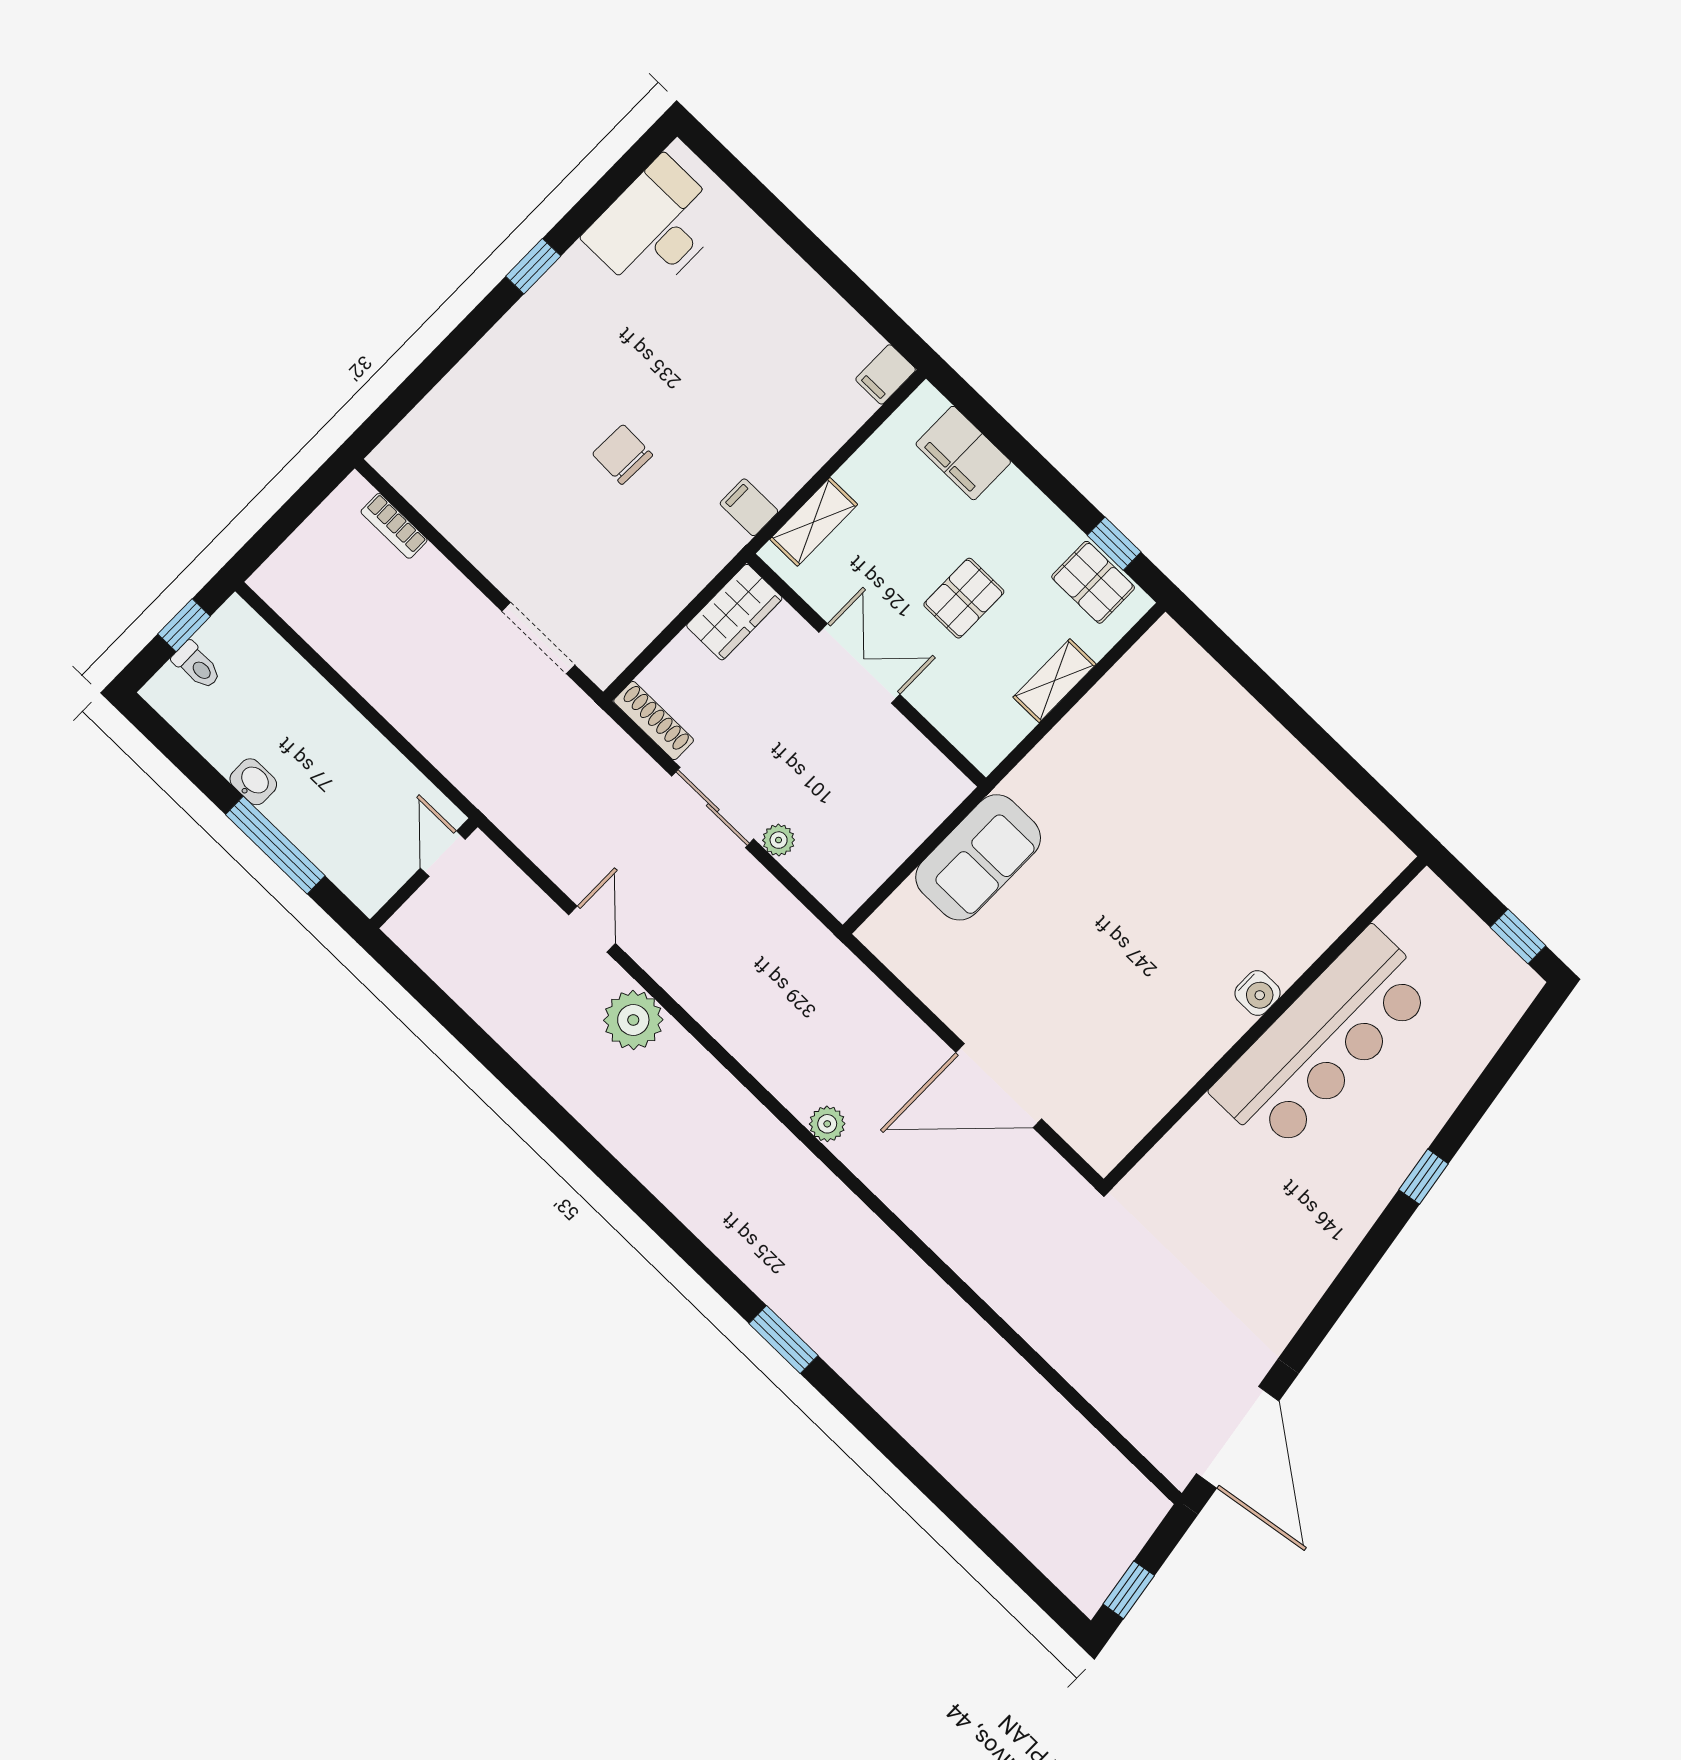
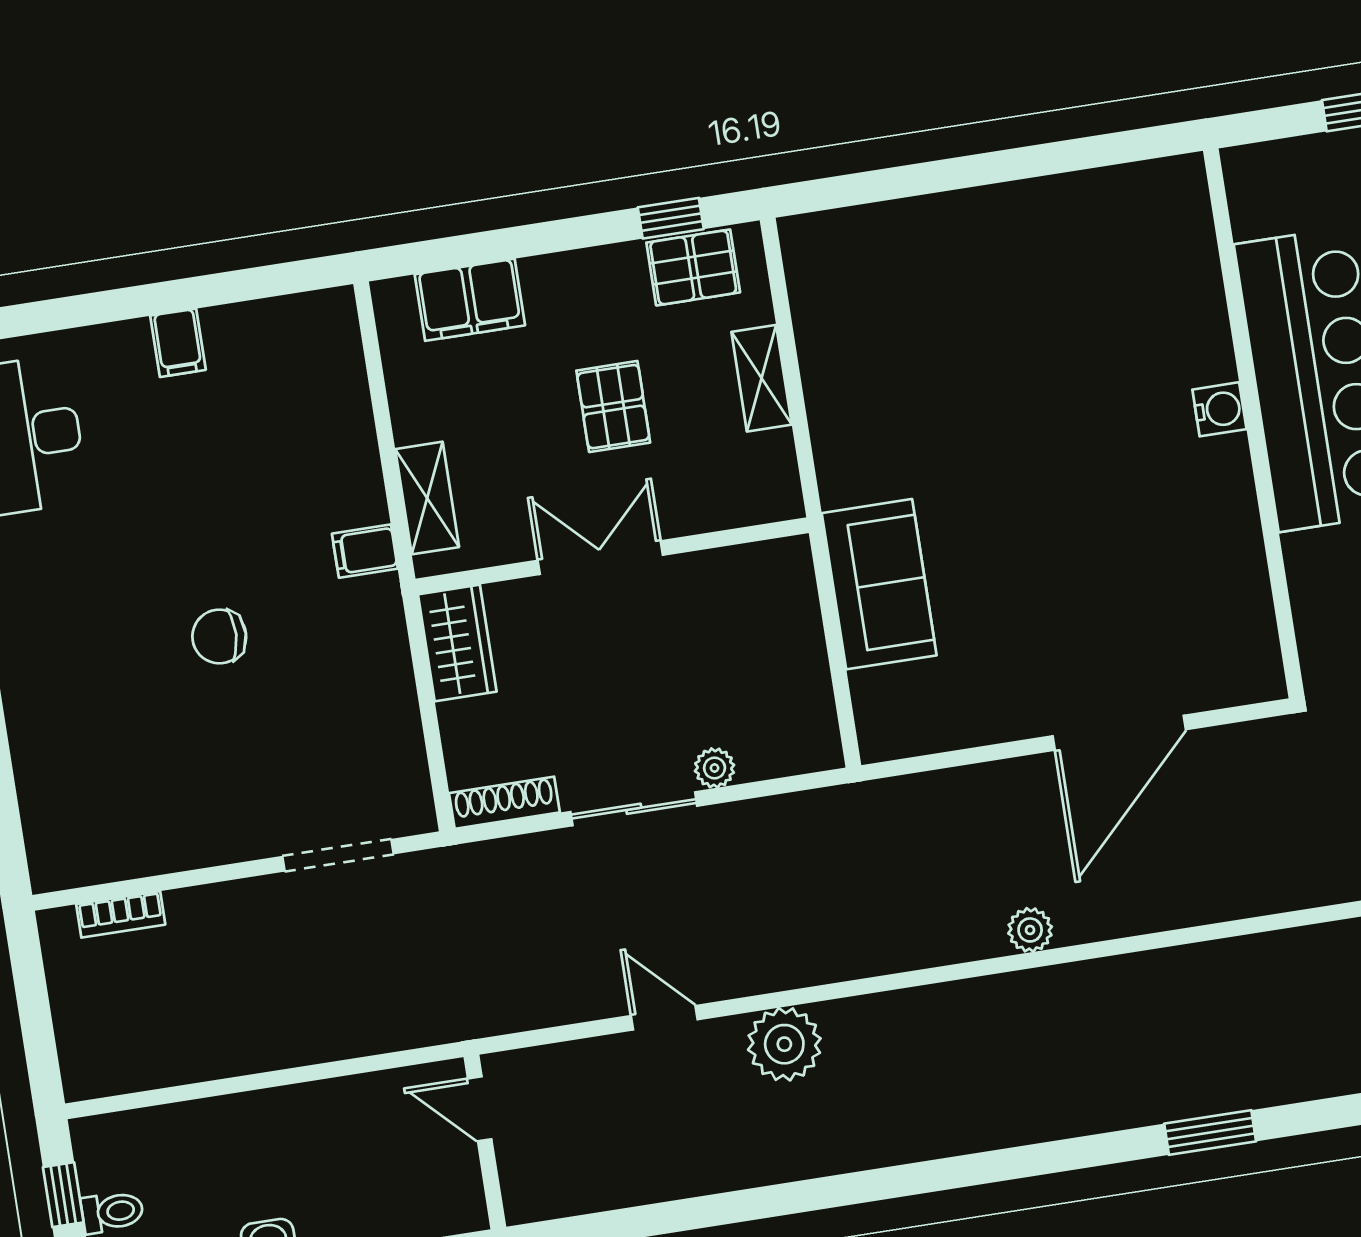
filing cabinet: (886, 374) -> (178, 343), moved

